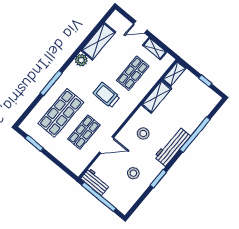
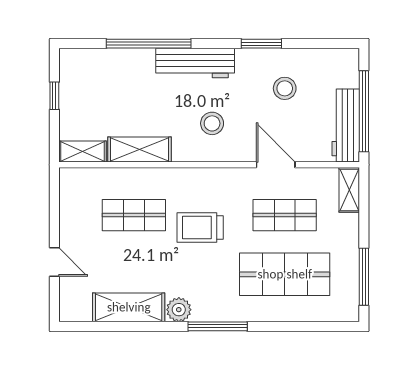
shelving: (155, 49) -> (349, 190), moved
window: (51, 83) -> (218, 326), moved
trolley: (106, 95) -> (200, 227), turned 90
window: (34, 143) -> (364, 277), width x1.44
workbench: (95, 182) -> (346, 125), width x1.38

